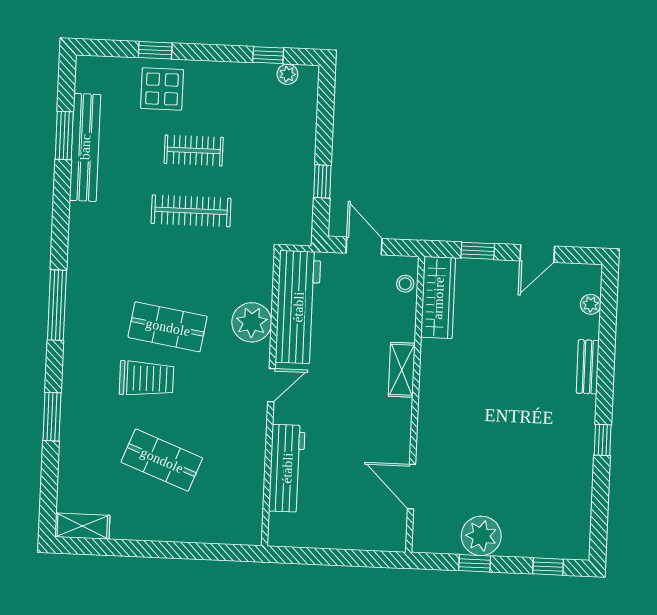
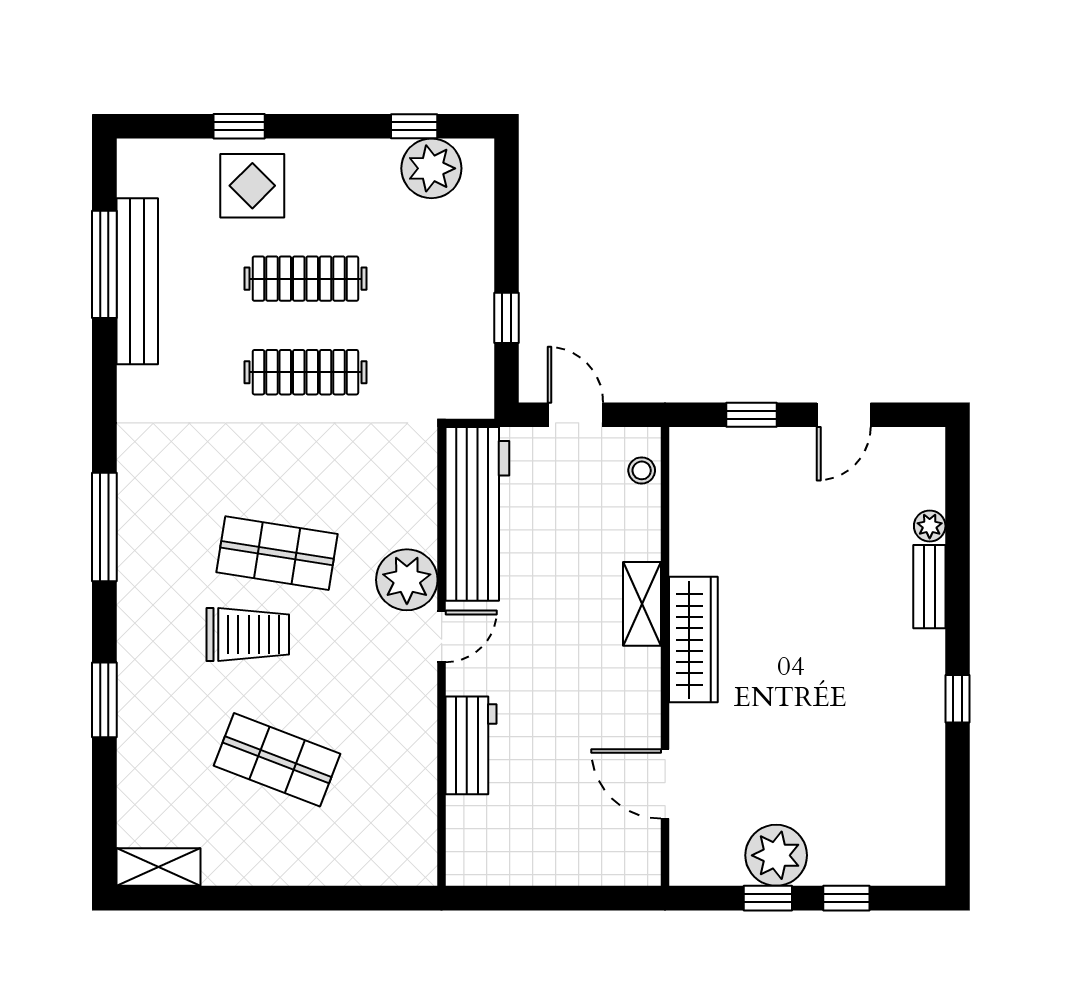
plant: (287, 74) -> (431, 168), width x1.88, depth x1.88
window: (64, 136) -> (104, 264), width x1.44
clothes rail: (194, 150) -> (305, 279), width x1.36
wardrobe: (438, 298) -> (693, 640), moved
plant: (591, 304) -> (930, 526), moved
plant: (252, 322) -> (407, 580), moved
workbench: (287, 468) -> (471, 745), width x0.73
window: (548, 566) -> (846, 898), moved

